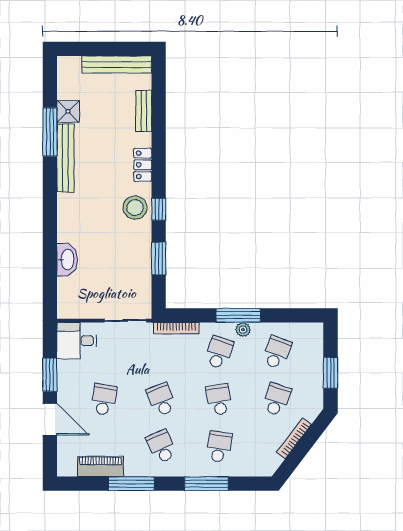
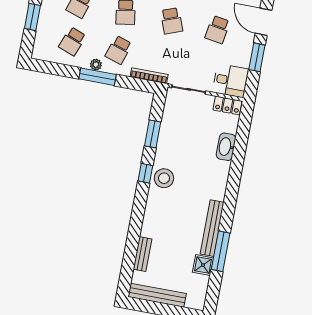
locker: (143, 165) -> (228, 105), moved, turned 90

